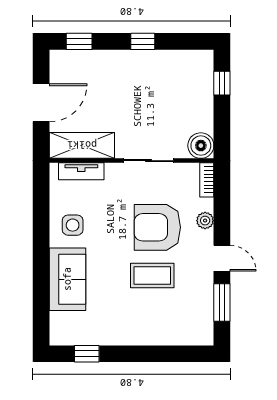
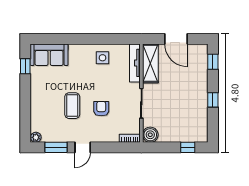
tv unit: (81, 171) -> (135, 63), width x1.41
plant: (205, 221) -> (36, 137), moved
armchair: (157, 227) -> (101, 109), width x0.53, depth x0.53
sofa: (67, 279) -> (49, 55), moved

